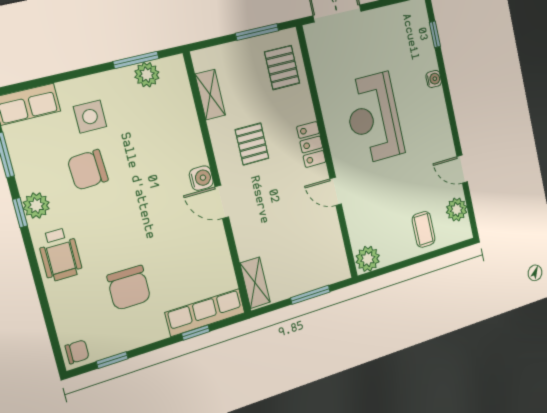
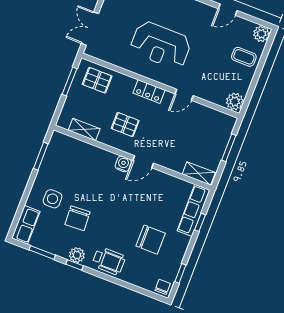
plant: (147, 75) -> (52, 156), removed
plant: (457, 210) -> (261, 34), moved

